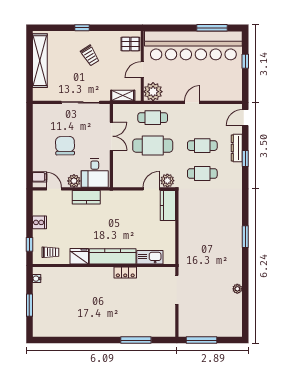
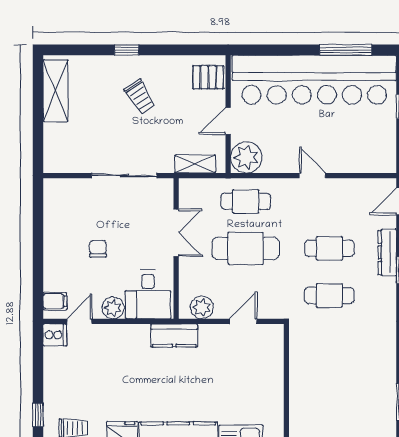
shelving: (40, 61) -> (56, 91), width x0.68
door: (192, 102) -> (312, 176), hinge flipped
chair: (65, 146) -> (98, 249), width x0.54, depth x0.54
plant: (167, 181) -> (202, 307), moved
door: (54, 189) -> (79, 321), hinge flipped
kitchen counter: (86, 197) -> (174, 335), moved
kitchen counter: (168, 205) -> (271, 349), removed
cooker: (39, 222) -> (55, 335), moved

